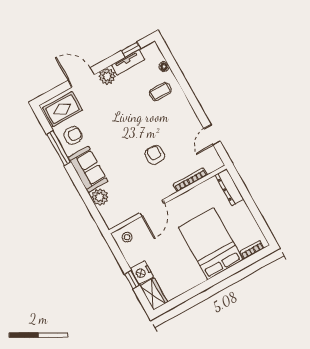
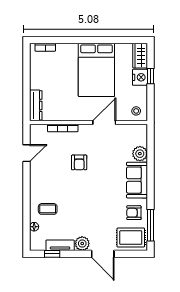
window: (59, 148) -> (151, 225), moved
bed: (211, 244) -> (96, 70), moved

